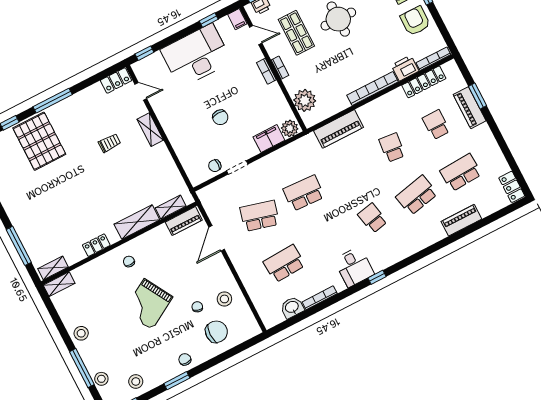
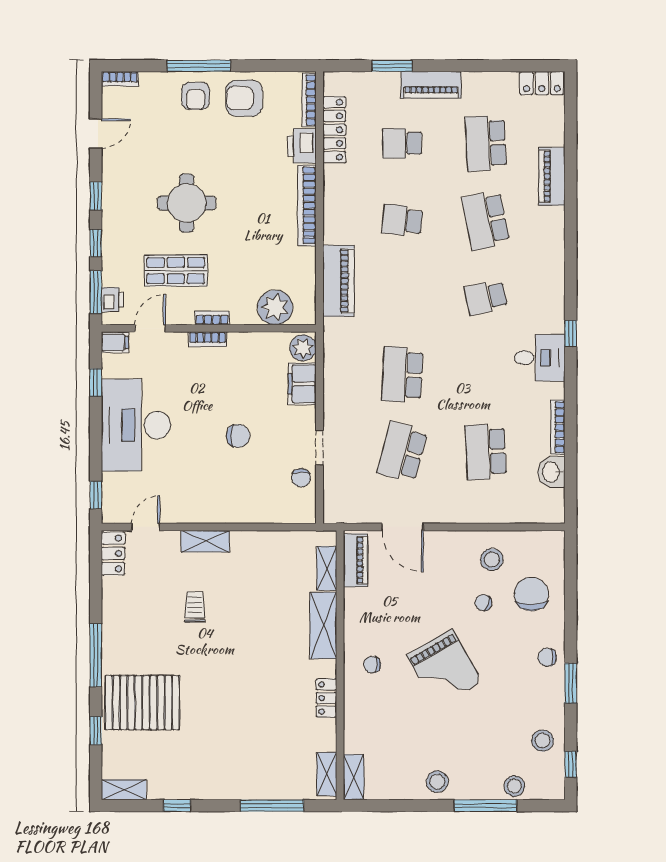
piano: (470, 108) -> (431, 85), moved

